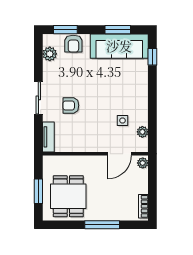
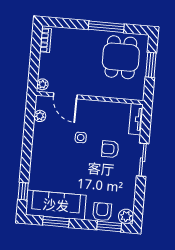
plant: (50, 54) -> (126, 216), moved
armchair: (71, 105) -> (110, 149), turned 180
side table: (123, 121) -> (81, 137), moved
door: (119, 154) -> (65, 96), swing flipped
window: (102, 225) -> (106, 27), moved

